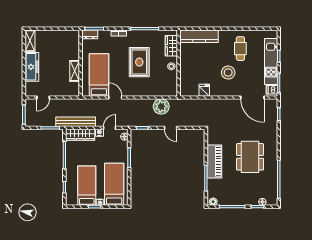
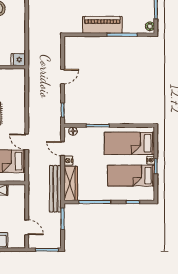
fridge: (204, 90) -> (18, 60), moved
door: (115, 97) -> (27, 142), hinge flipped
plant: (161, 106) -> (37, 88), removed

